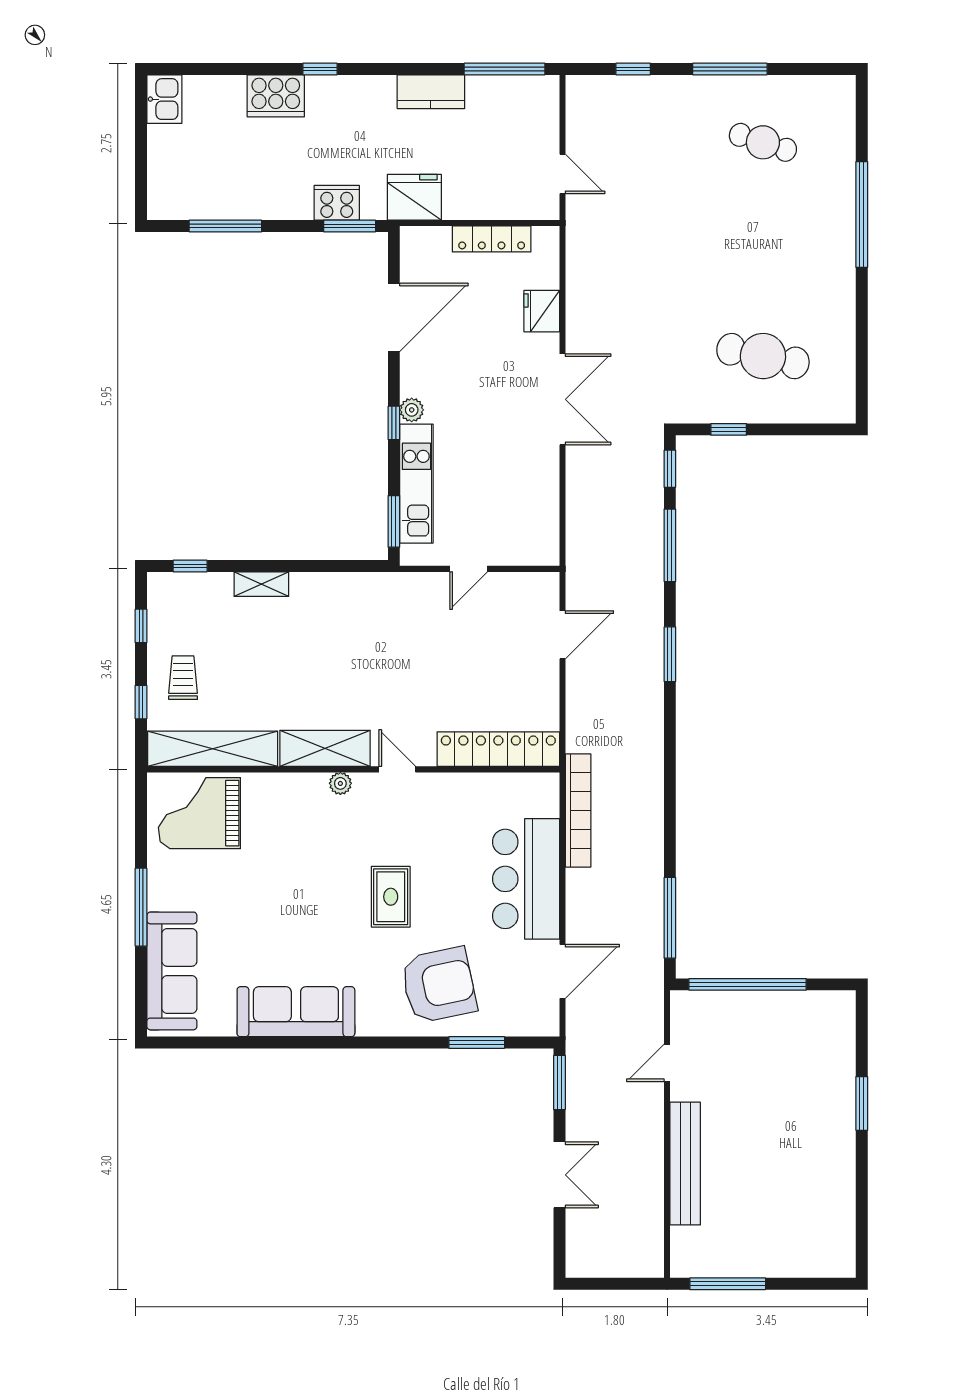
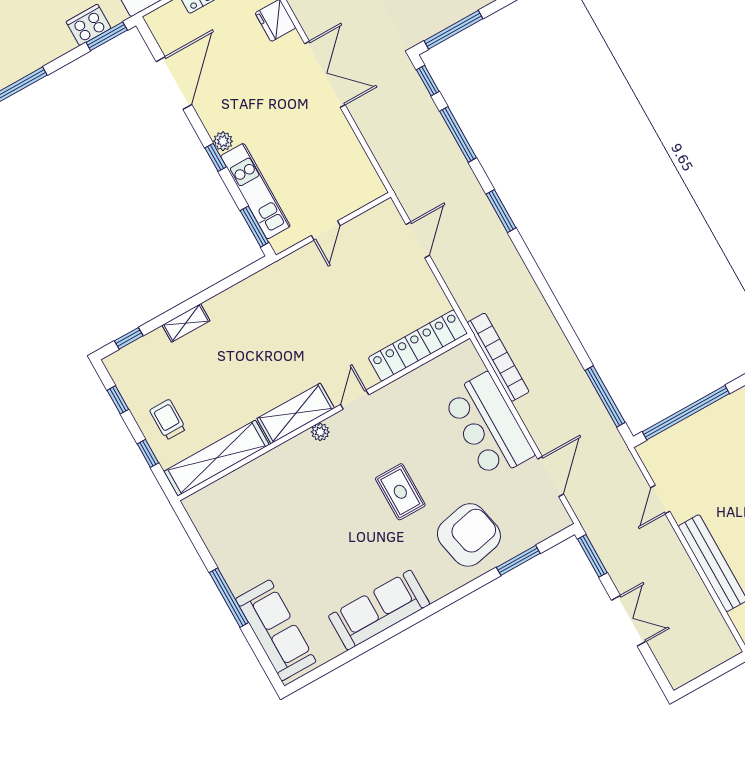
window: (729, 429) -> (454, 30), width x2.17
door: (397, 769) -> (355, 400), hinge flipped
grand piano: (199, 813) -> (233, 508), removed

